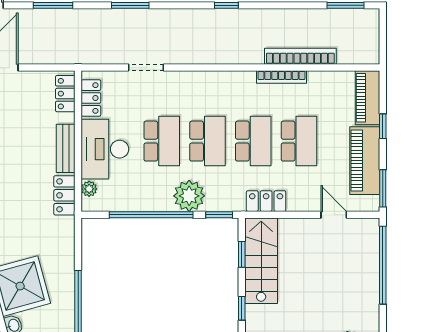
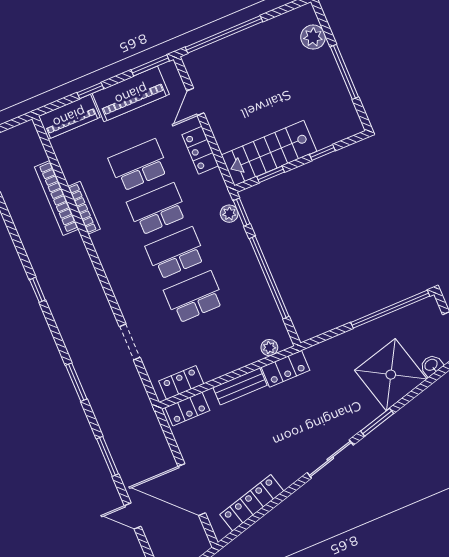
desk: (105, 149) -> (225, 348), removed
plant: (189, 196) -> (229, 214), moved, width x0.53, depth x0.53
locker: (266, 201) -> (200, 150), moved

